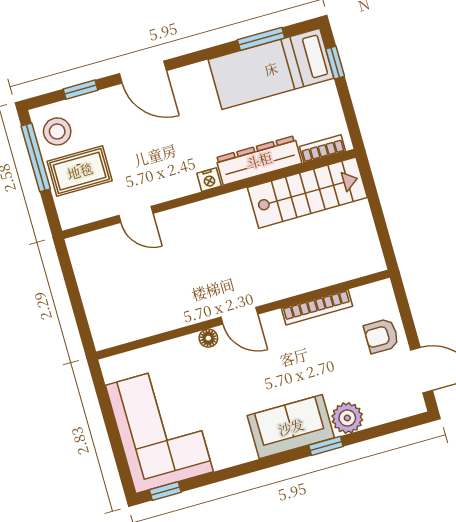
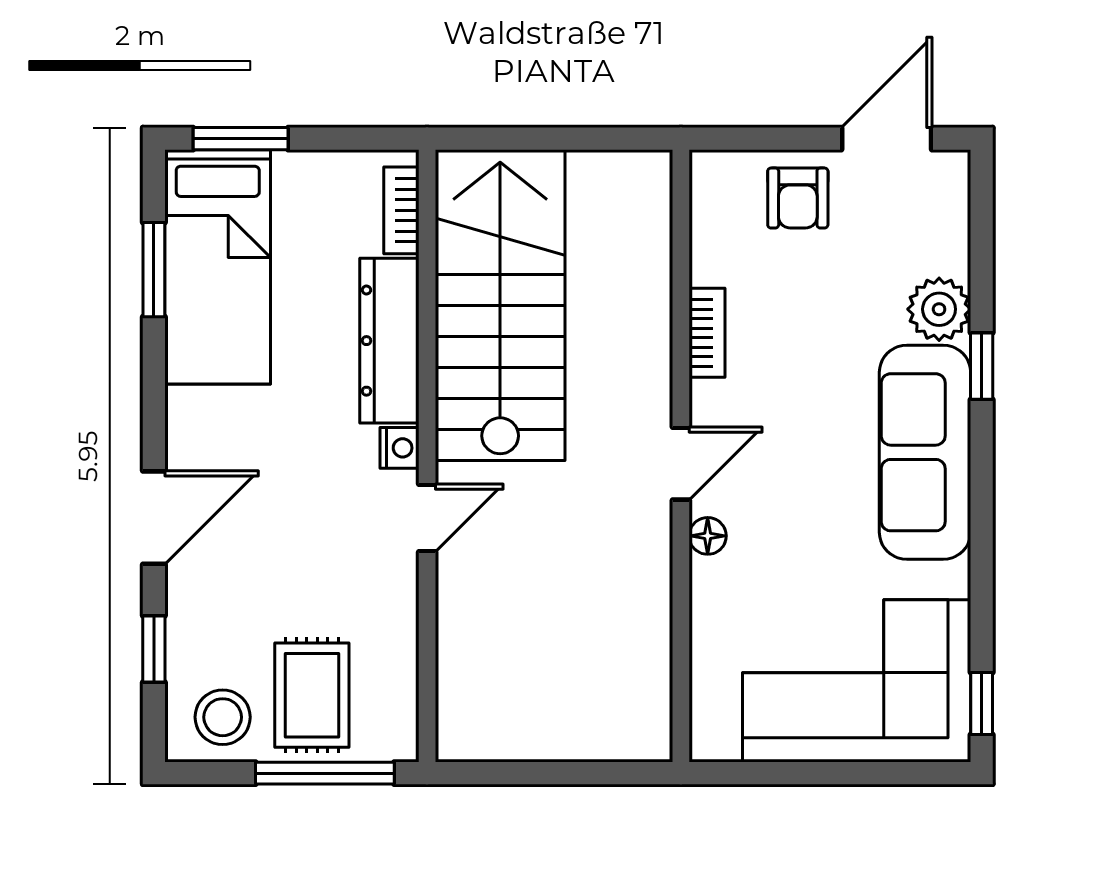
window: (335, 63) -> (241, 139), width x1.50
window: (36, 157) -> (325, 773), moved
stairs: (307, 193) -> (500, 305), width x1.36, depth x1.51
door: (136, 214) -> (427, 518), moved
bookcase: (317, 307) -> (707, 333), width x0.64
sofa: (291, 427) -> (925, 452), width x1.36

